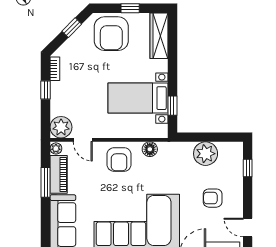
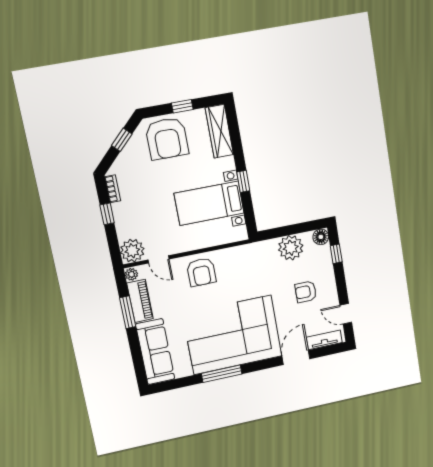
window: (172, 106) -> (243, 181), moved
floor lamp: (150, 149) -> (321, 237), moved

